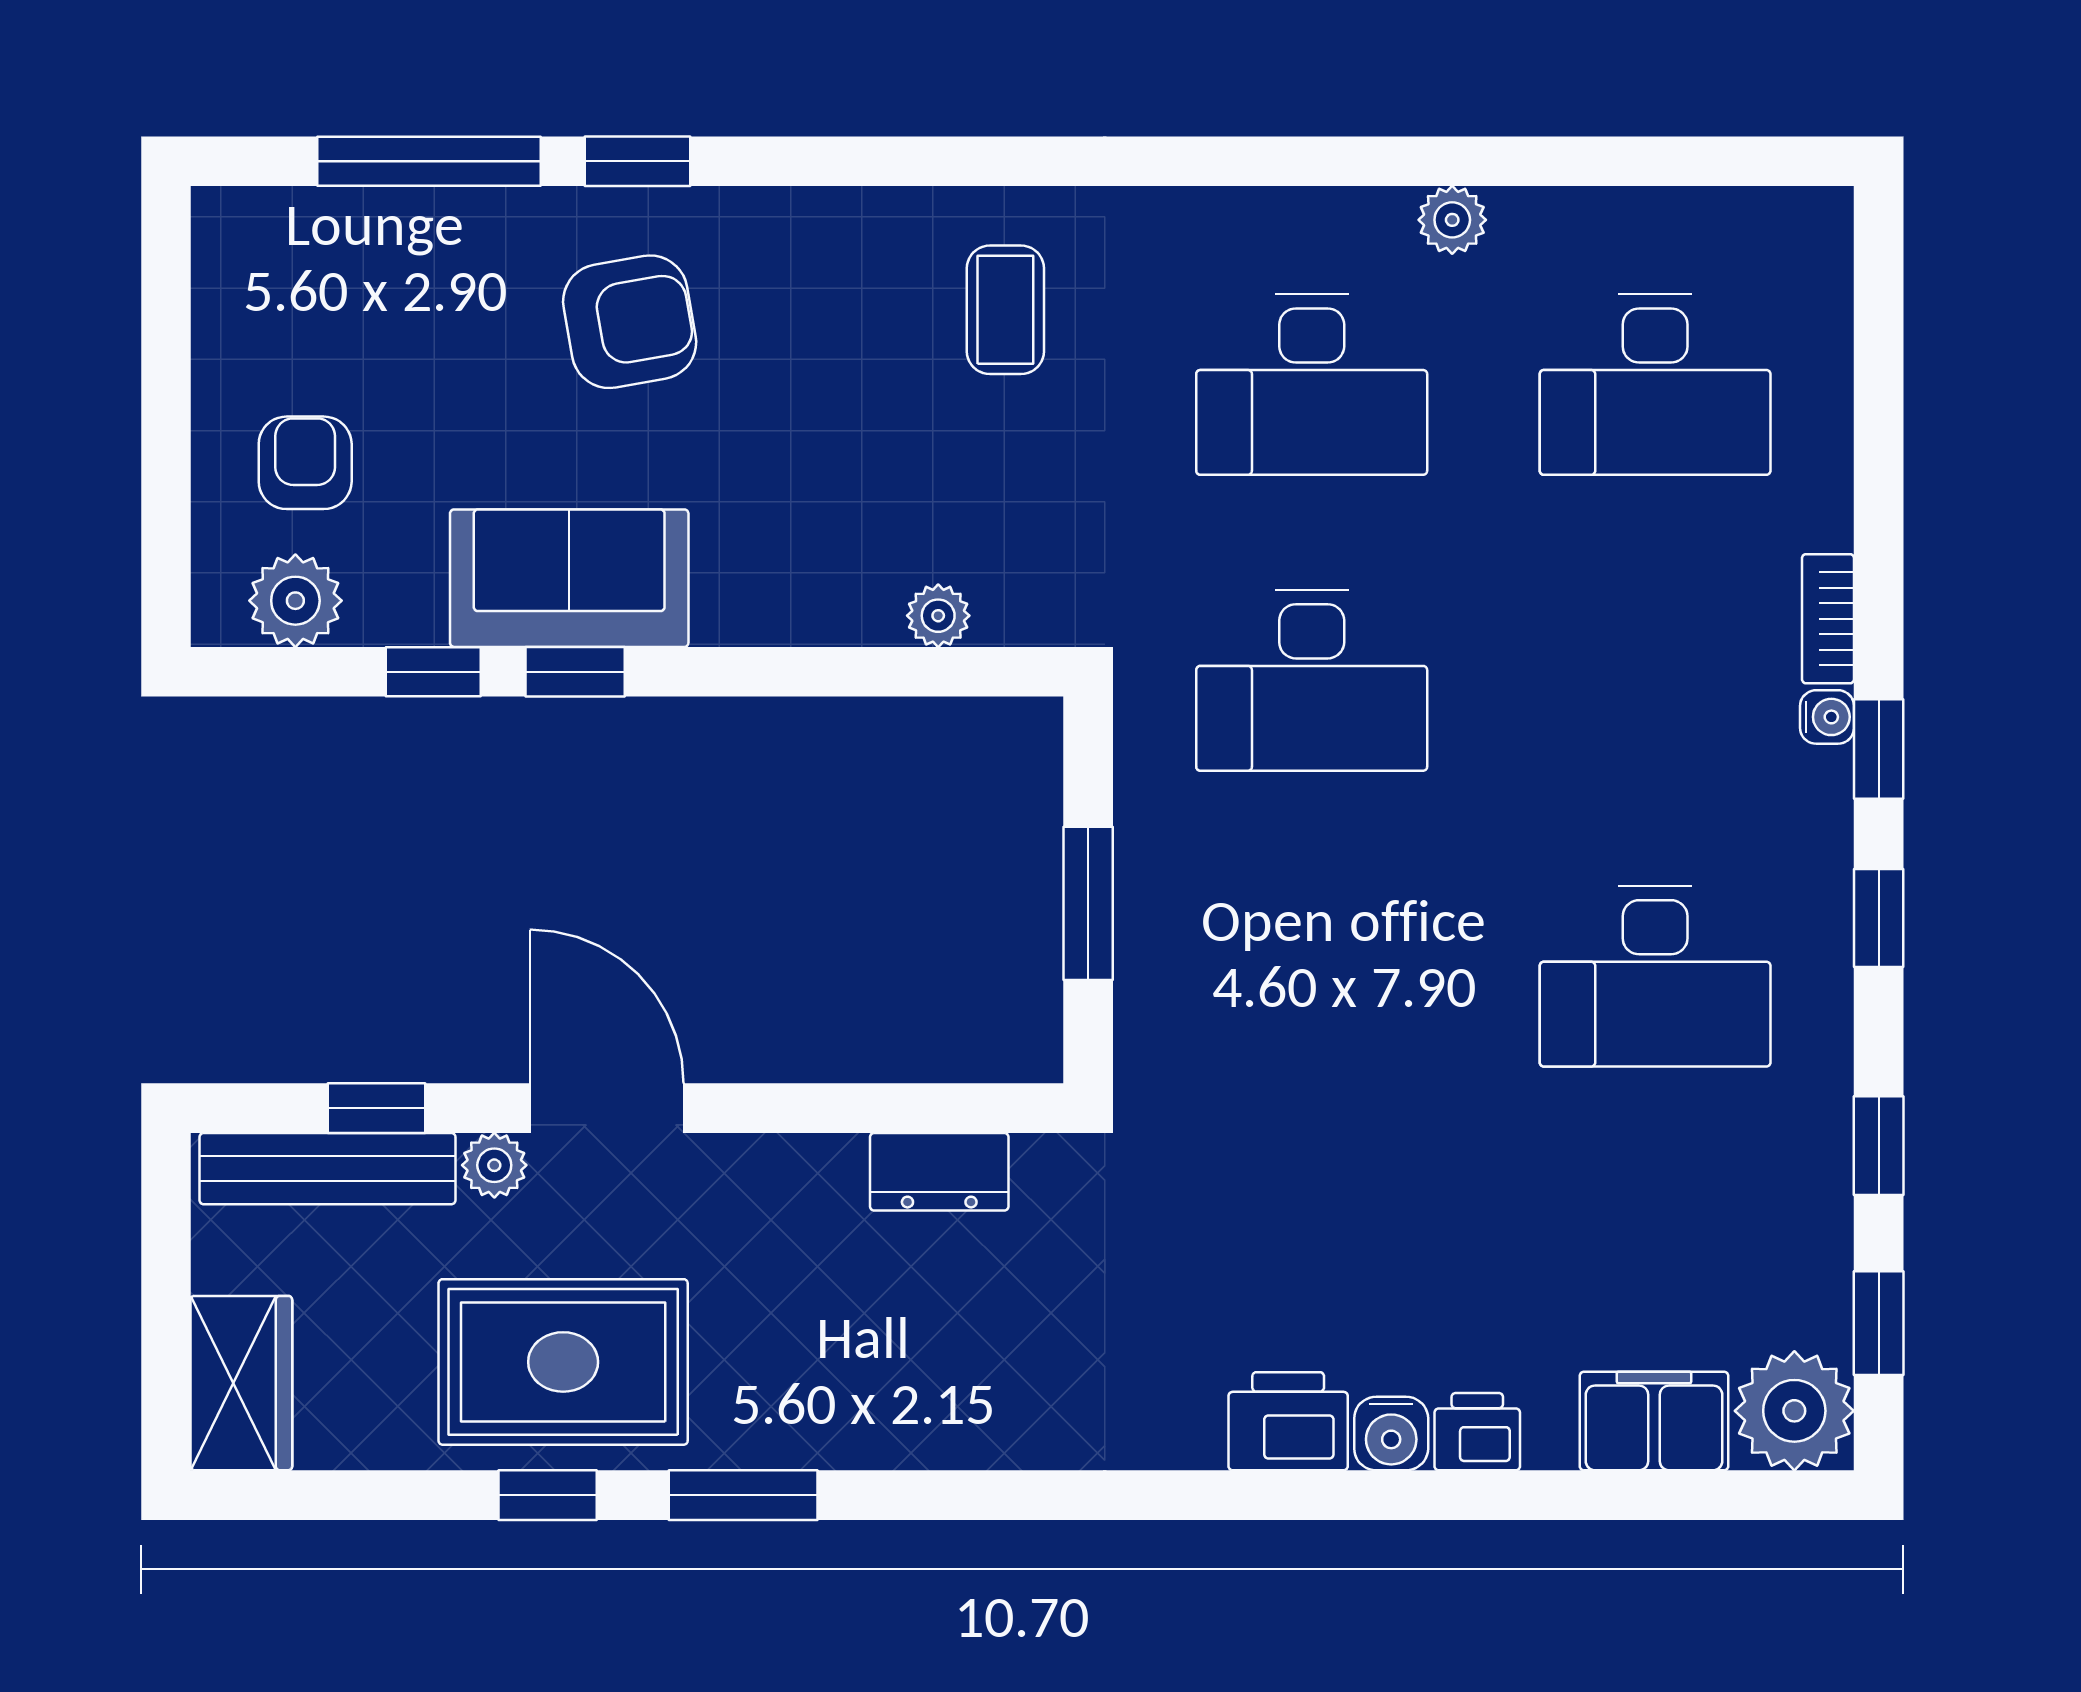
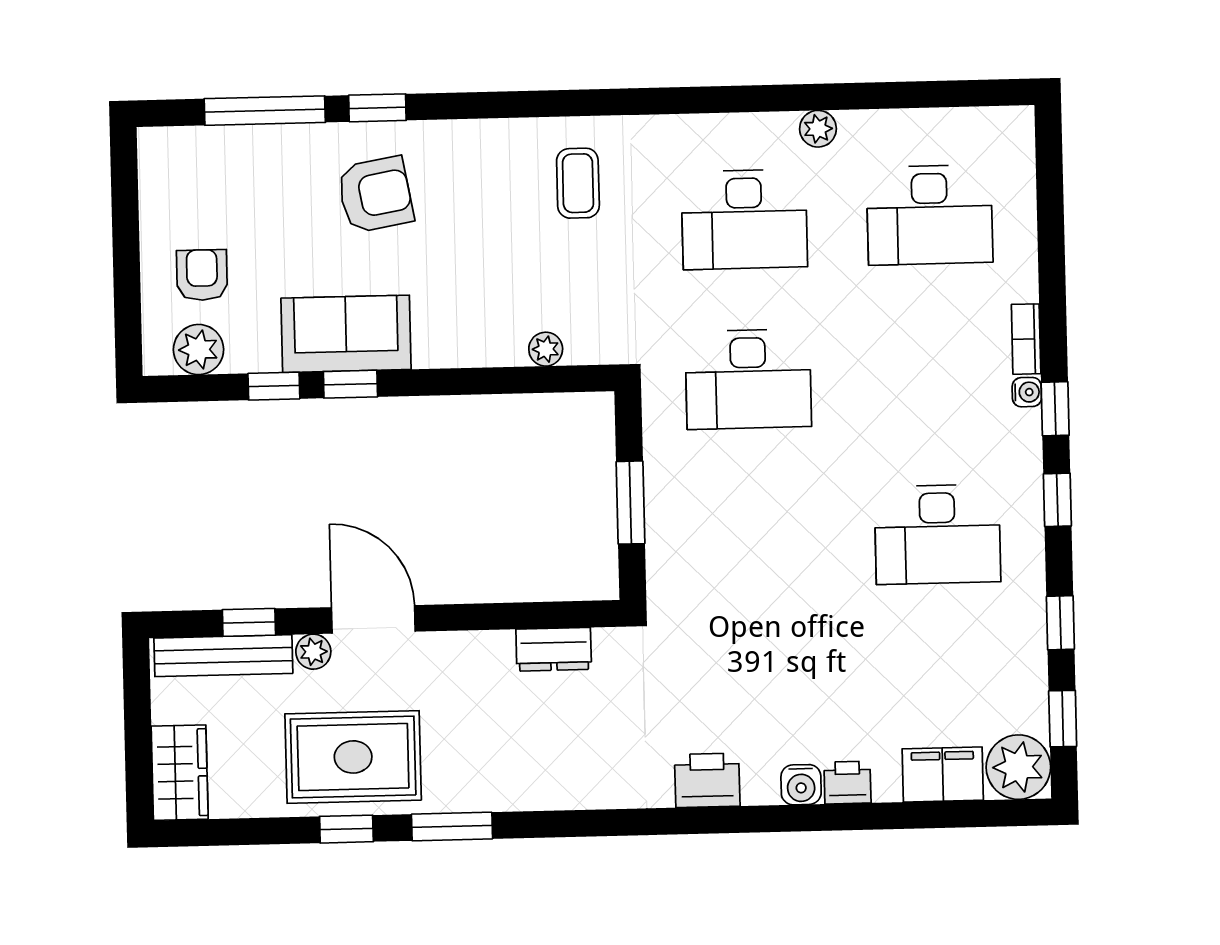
printer: (1288, 1421) -> (707, 780), moved

